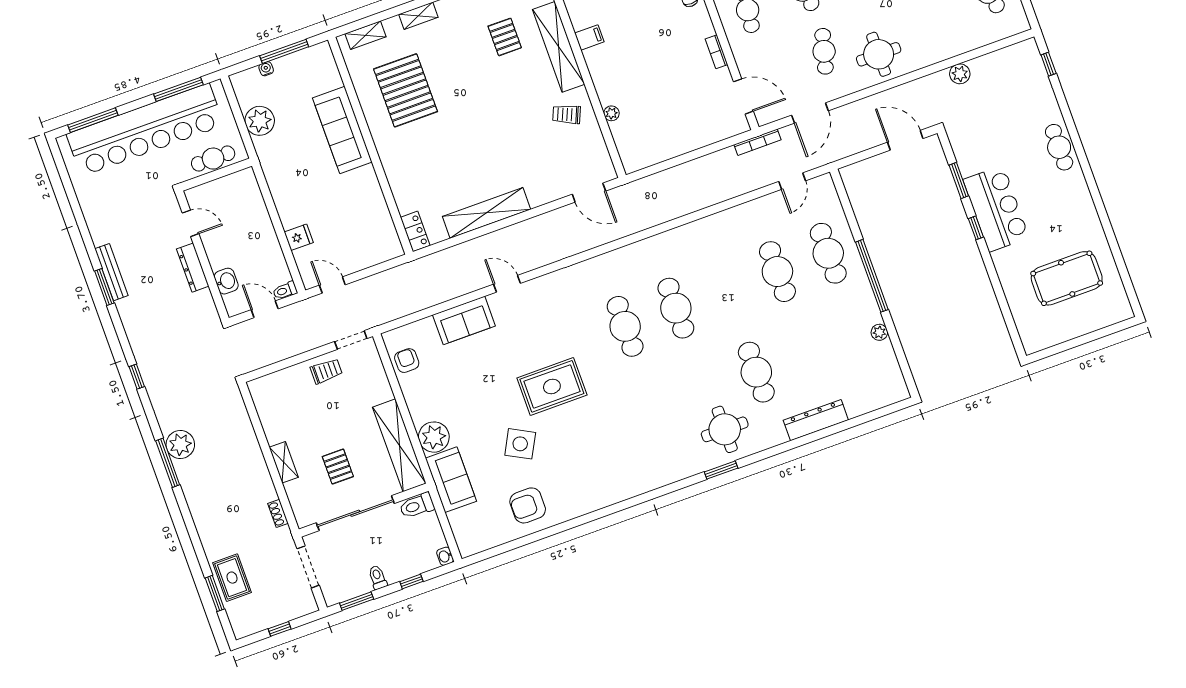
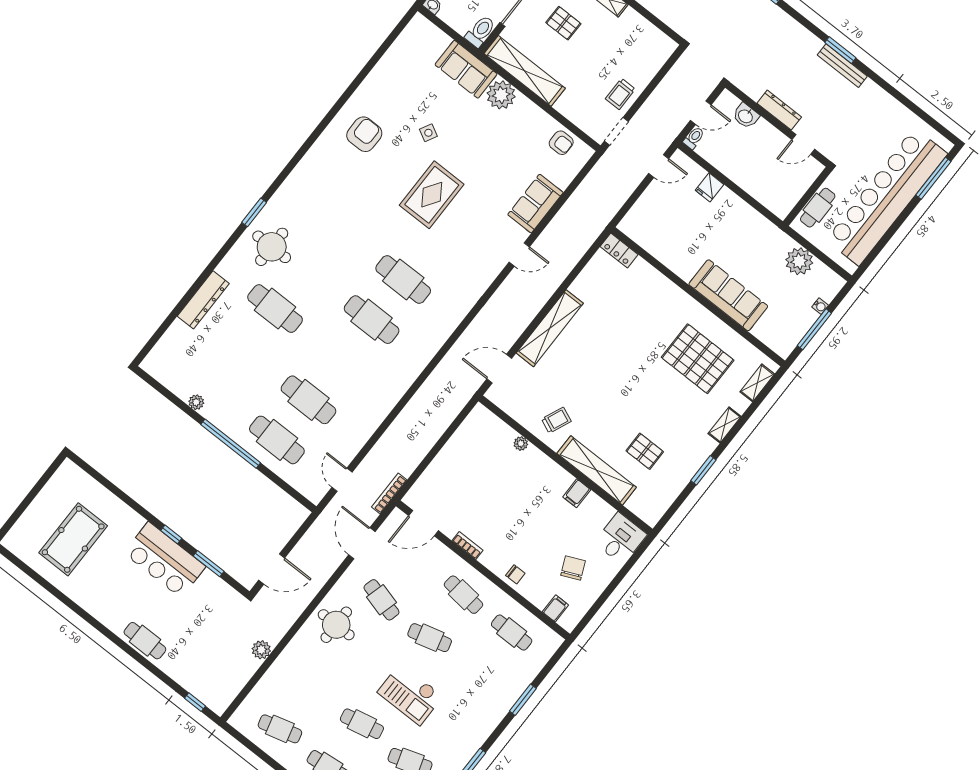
window: (178, 89) -> (880, 246), removed
shelving: (487, 213) -> (550, 328), moved
side table: (520, 444) -> (428, 133), width x0.54, depth x0.54
armchair: (528, 505) -> (364, 134), moved

